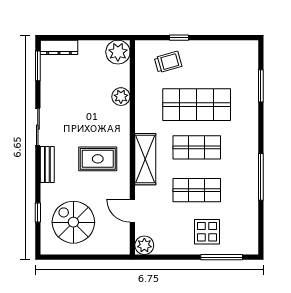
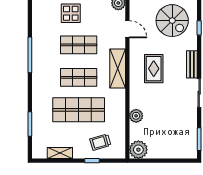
dresser: (59, 47) -> (183, 153), removed
shelving: (221, 48) -> (60, 153), added
rug: (98, 159) -> (154, 69), turned 90

